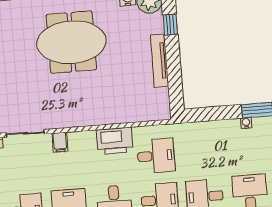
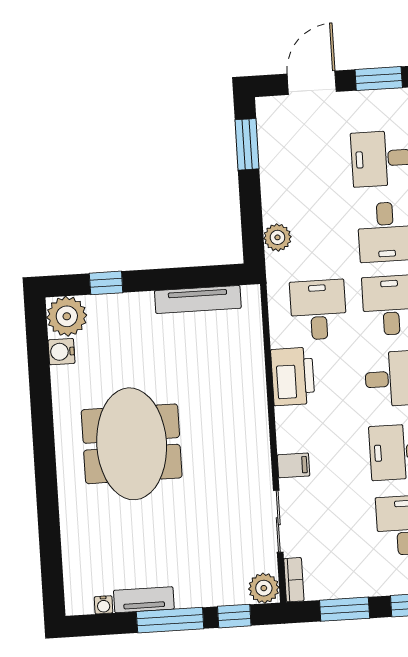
tv unit: (159, 61) -> (198, 299), moved
water cooler: (246, 123) -> (268, 163), removed
plant: (200, 130) -> (277, 237), added

